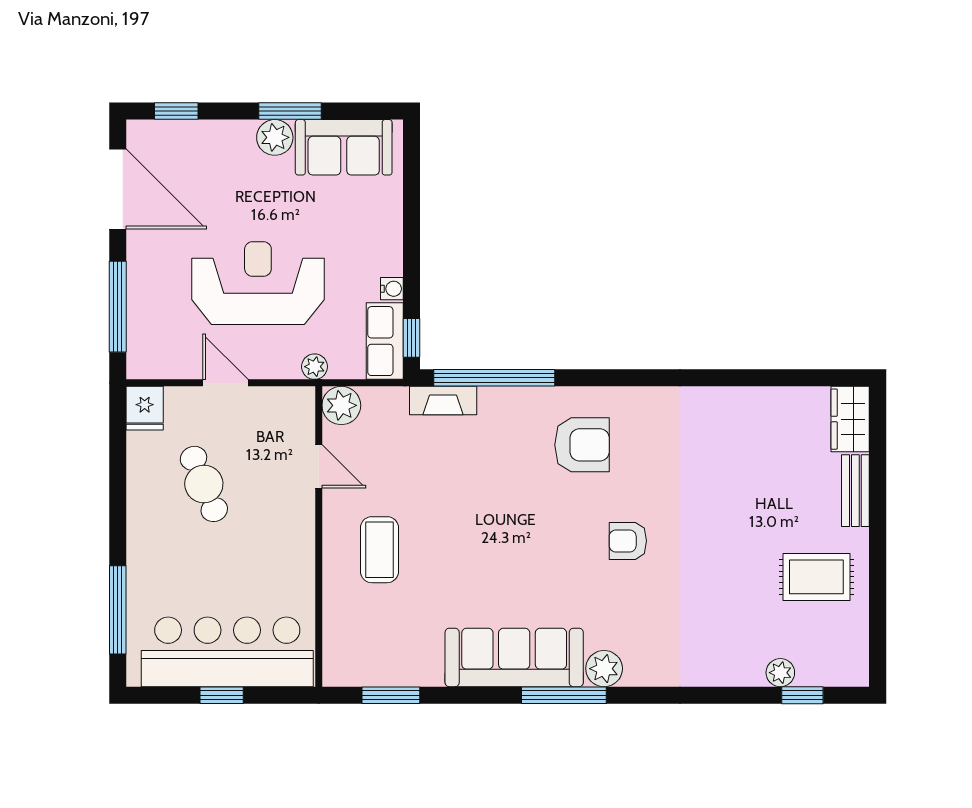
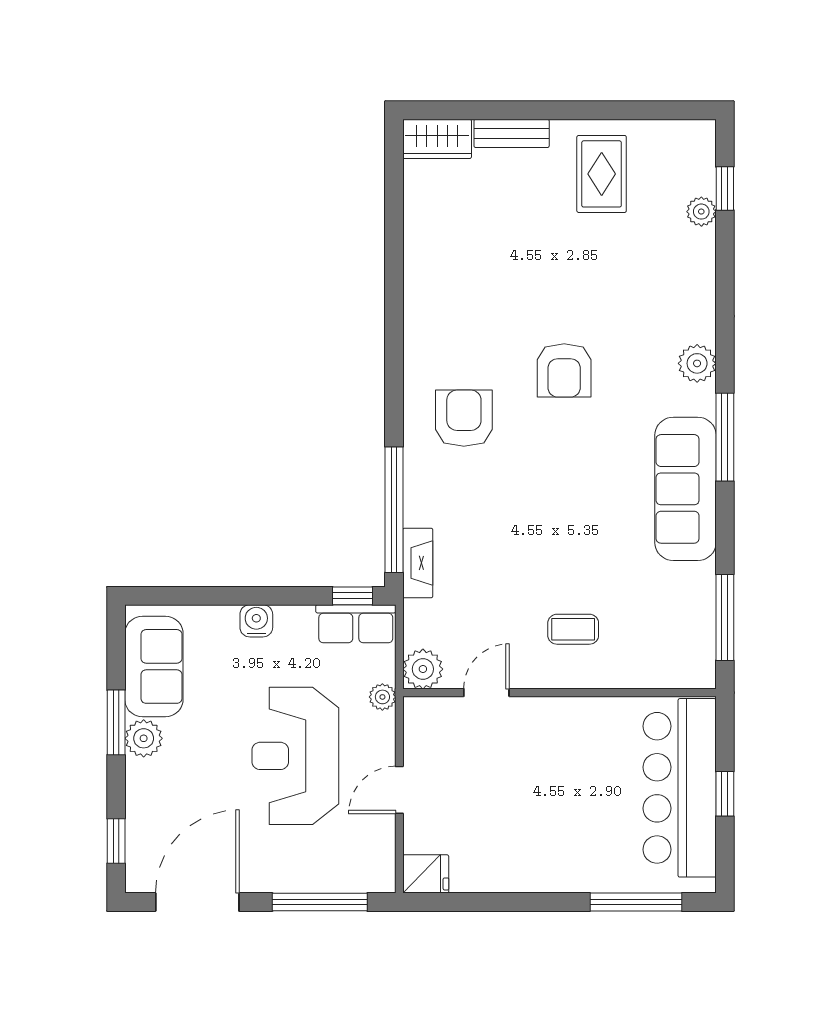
water cooler: (392, 289) -> (256, 621), moved, width x1.38, depth x1.38
cafe table: (204, 484) -> (505, 812), removed
armchair: (628, 541) -> (564, 370), width x1.38, depth x1.38
coffee table: (379, 550) -> (573, 629), width x0.73, depth x0.77
plant: (604, 669) -> (697, 363), moved
window: (391, 695) -> (725, 617), width x1.44

